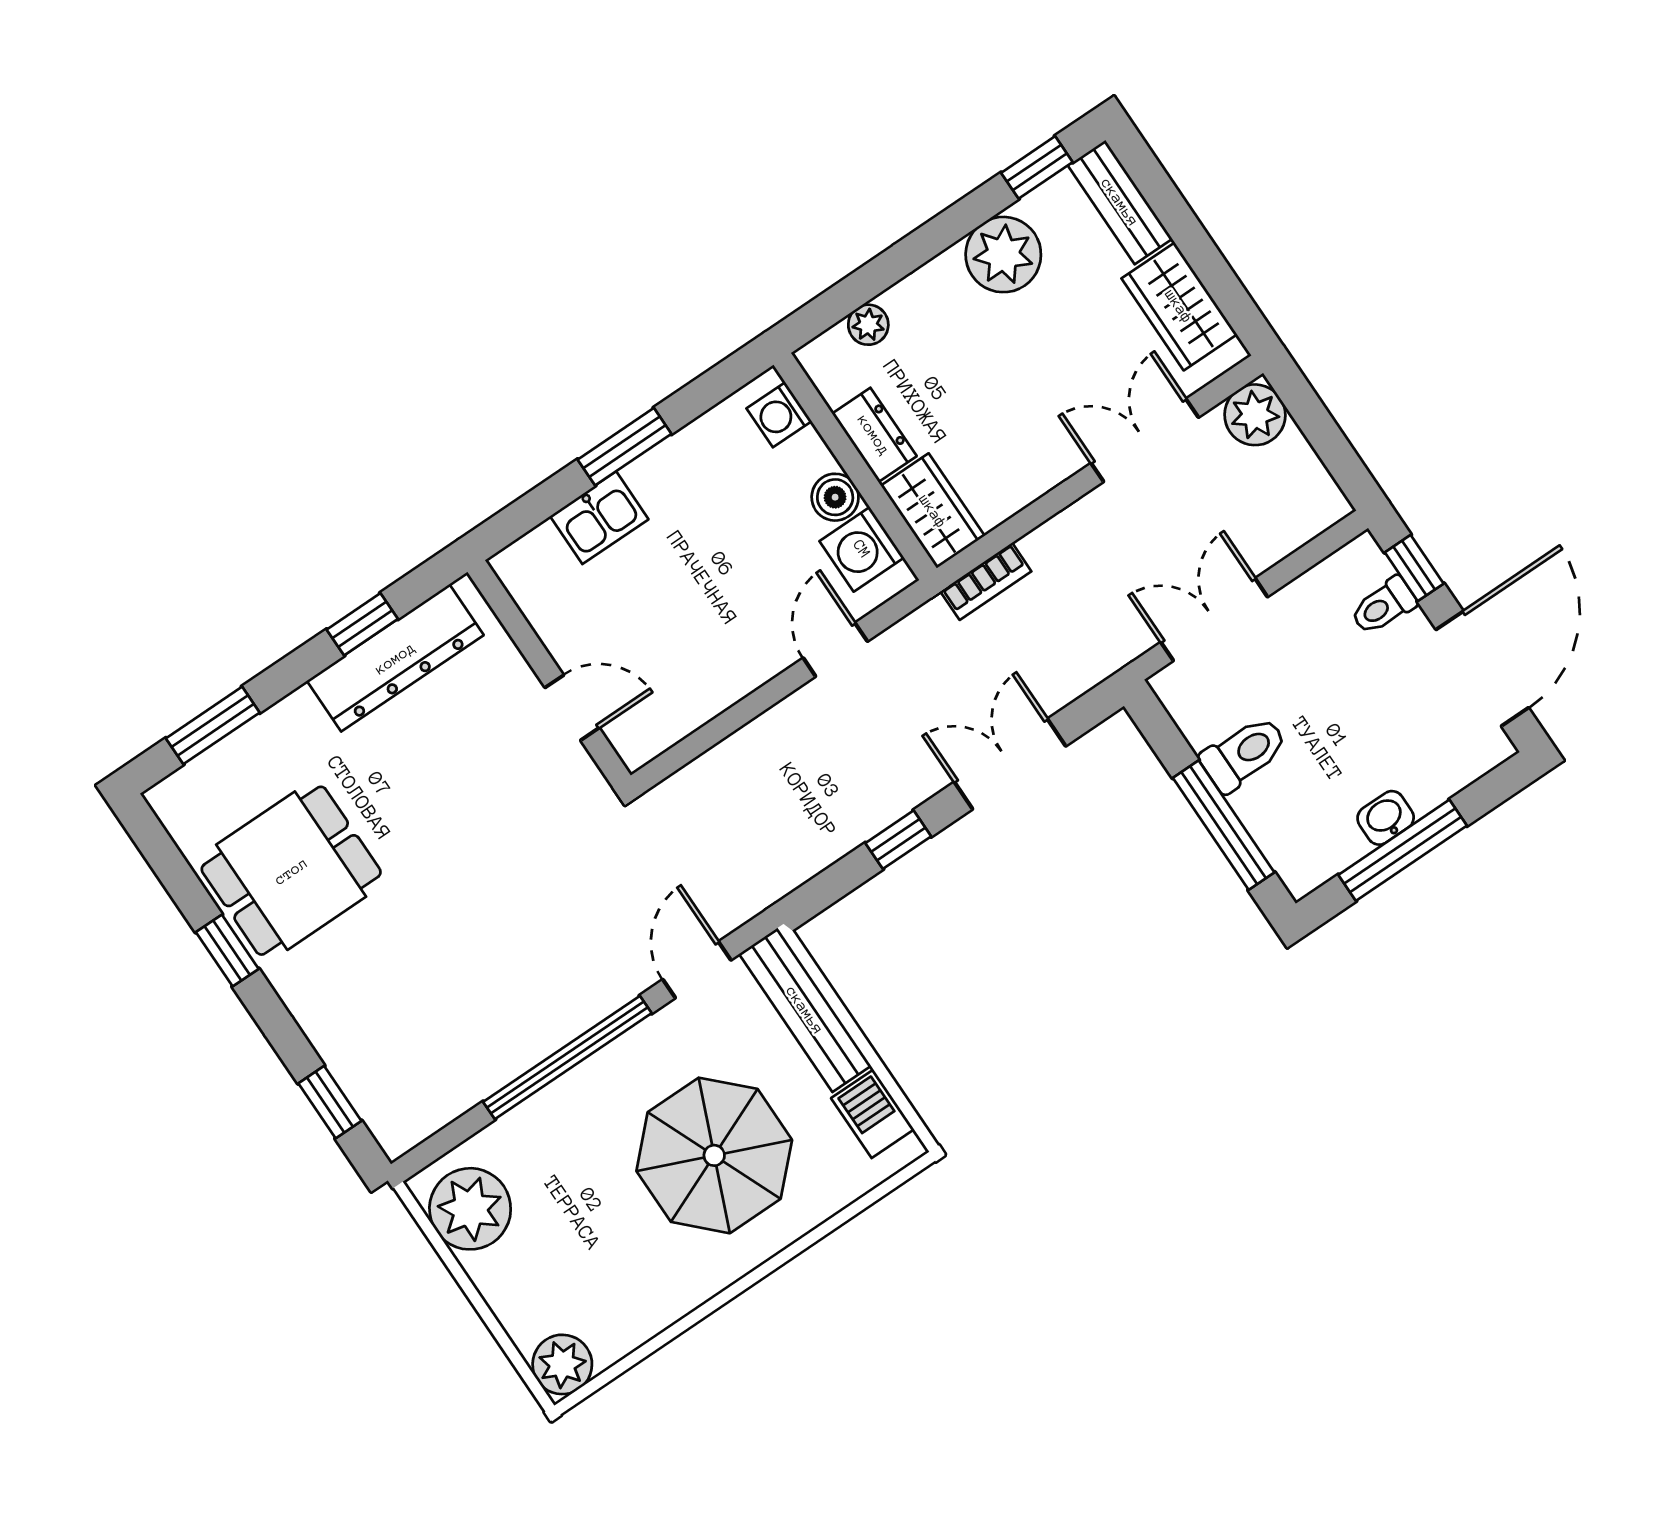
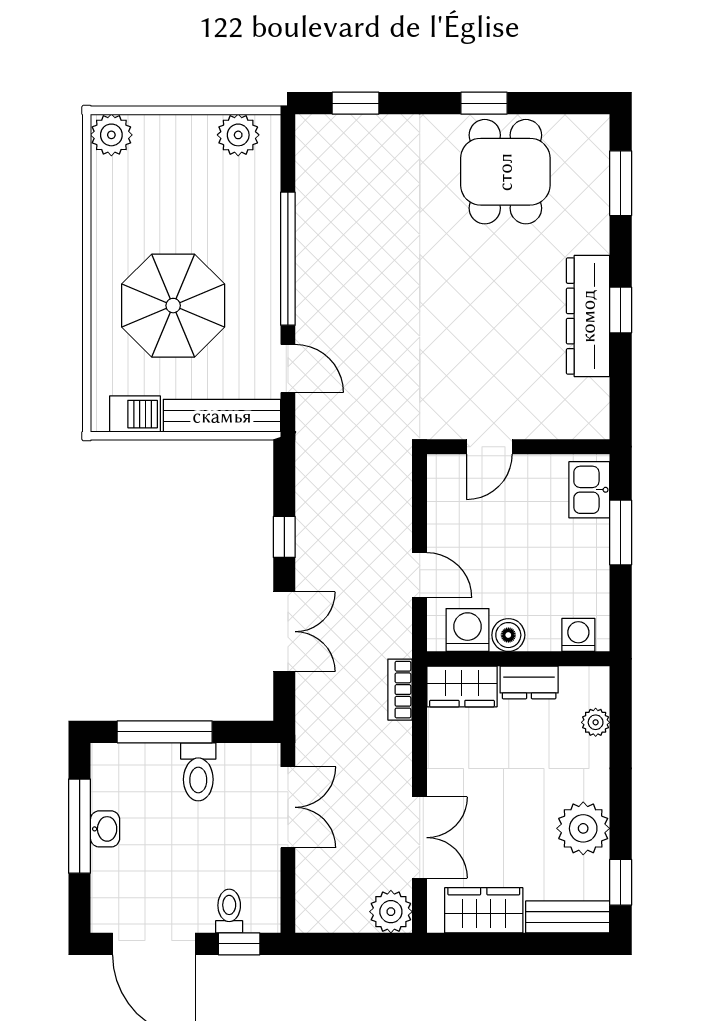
wall: (549, 674) -> (518, 447), moved
door: (572, 708) -> (489, 447), moved
plant: (470, 1209) -> (238, 135), width x0.73, depth x0.73

